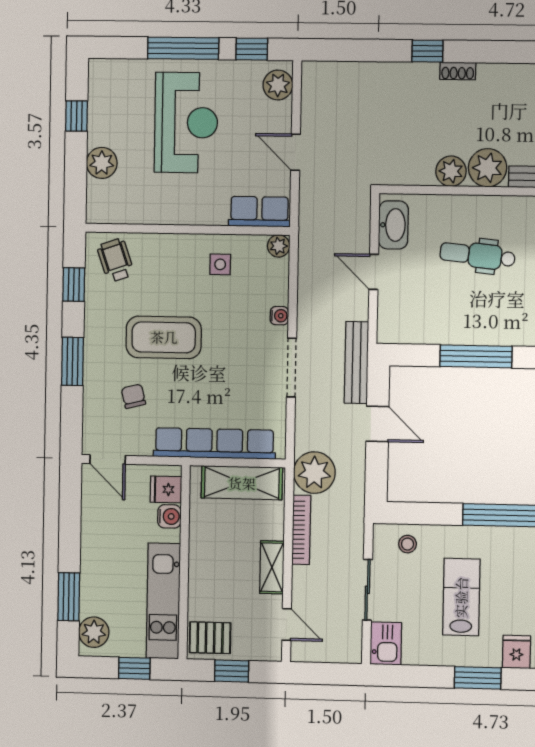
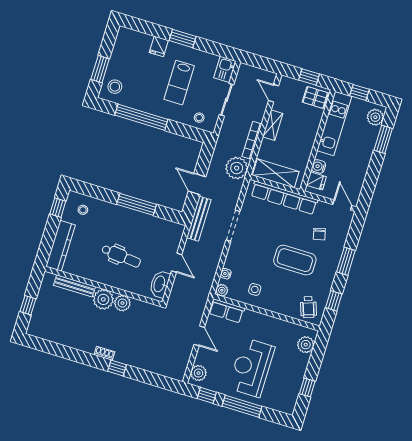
plant: (102, 163) -> (306, 345), moved
water cooler: (279, 316) -> (226, 274), moved

